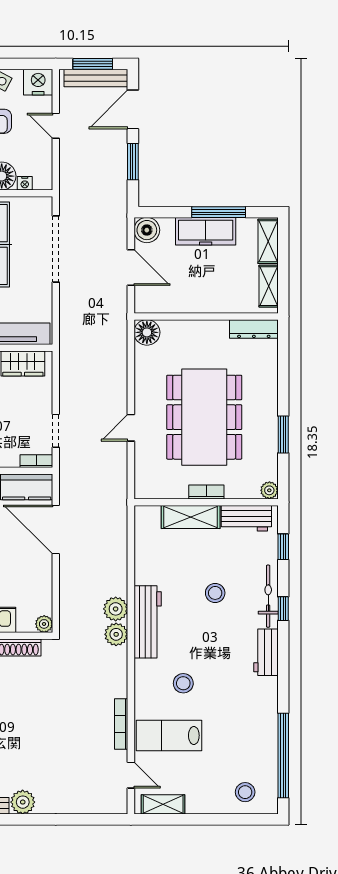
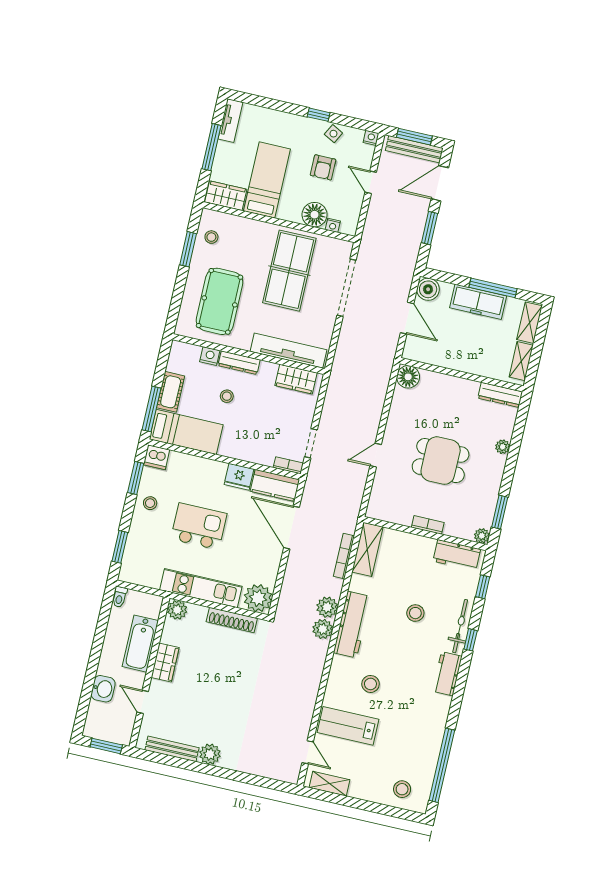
nightstand: (38, 82) -> (371, 138), width x0.53, depth x0.56
plant: (270, 386) -> (503, 447), added
dining table: (204, 417) -> (441, 461), width x0.53, depth x0.80
window: (283, 435) -> (500, 512), moved
shelving: (191, 517) -> (367, 549), moved, turned 90
plant: (44, 624) -> (258, 598), width x1.87, depth x1.87
bookcase: (121, 724) -> (344, 556), moved

